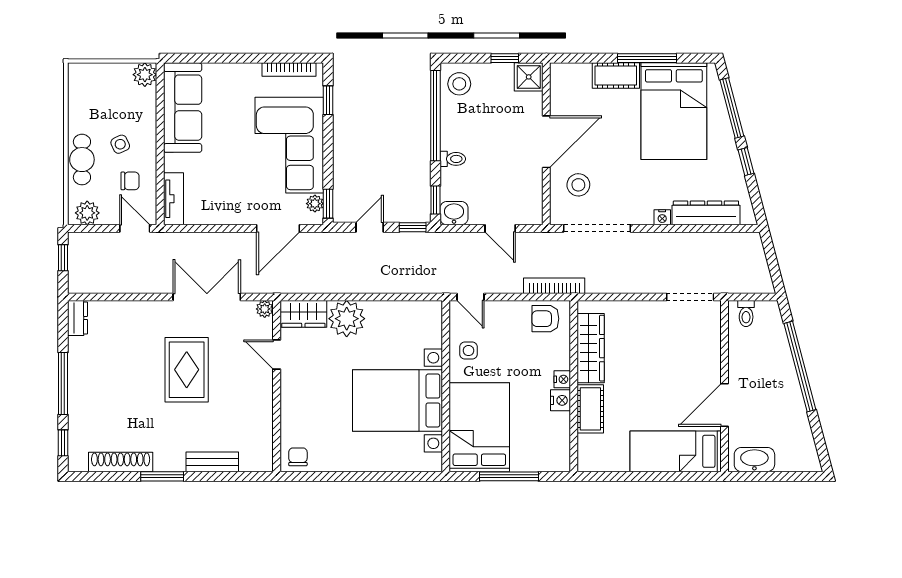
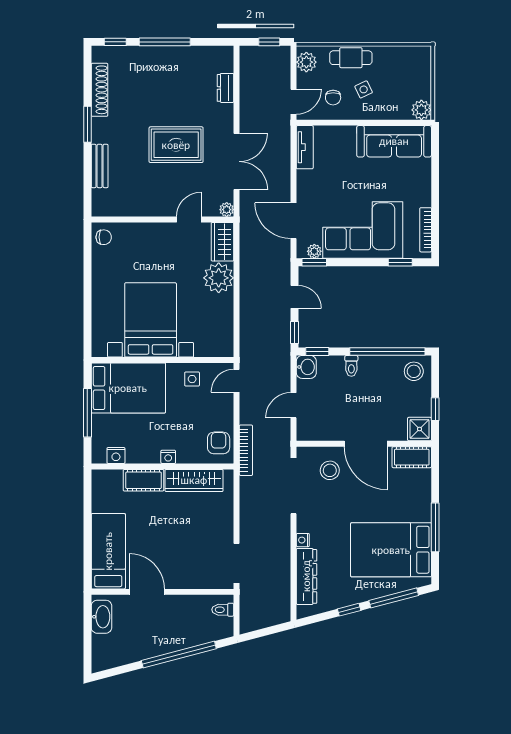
cot: (616, 76) -> (412, 457), moved, turned 90
tv unit: (174, 199) -> (305, 147), moved, turned -90
dresser: (77, 318) -> (226, 88), moved, turned 90
nightstand: (561, 400) -> (116, 455), moved

